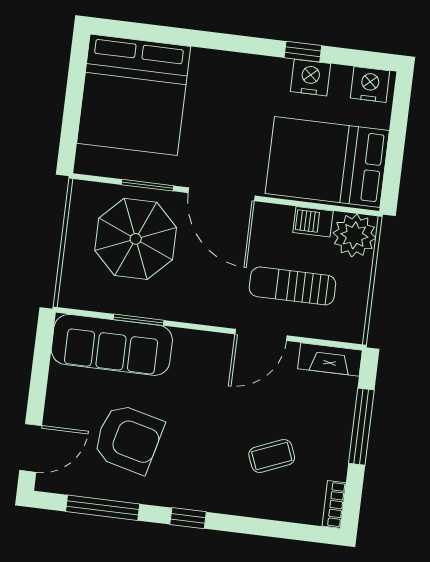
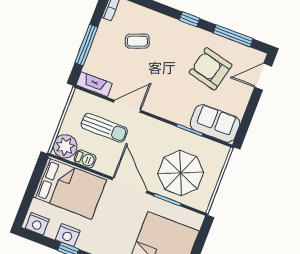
sofa: (112, 345) -> (215, 123), width x0.73

